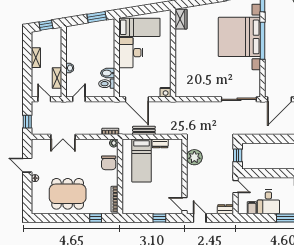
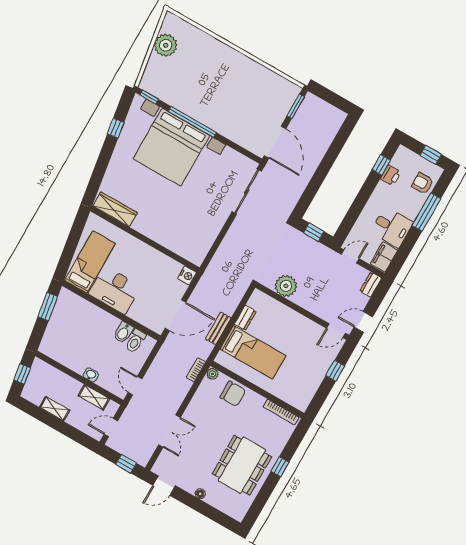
wardrobe: (181, 19) -> (115, 209), width x1.50
door: (27, 165) -> (164, 486), moved
filing cabinet: (252, 208) -> (384, 257), width x2.00
window: (96, 218) -> (280, 467), moved

